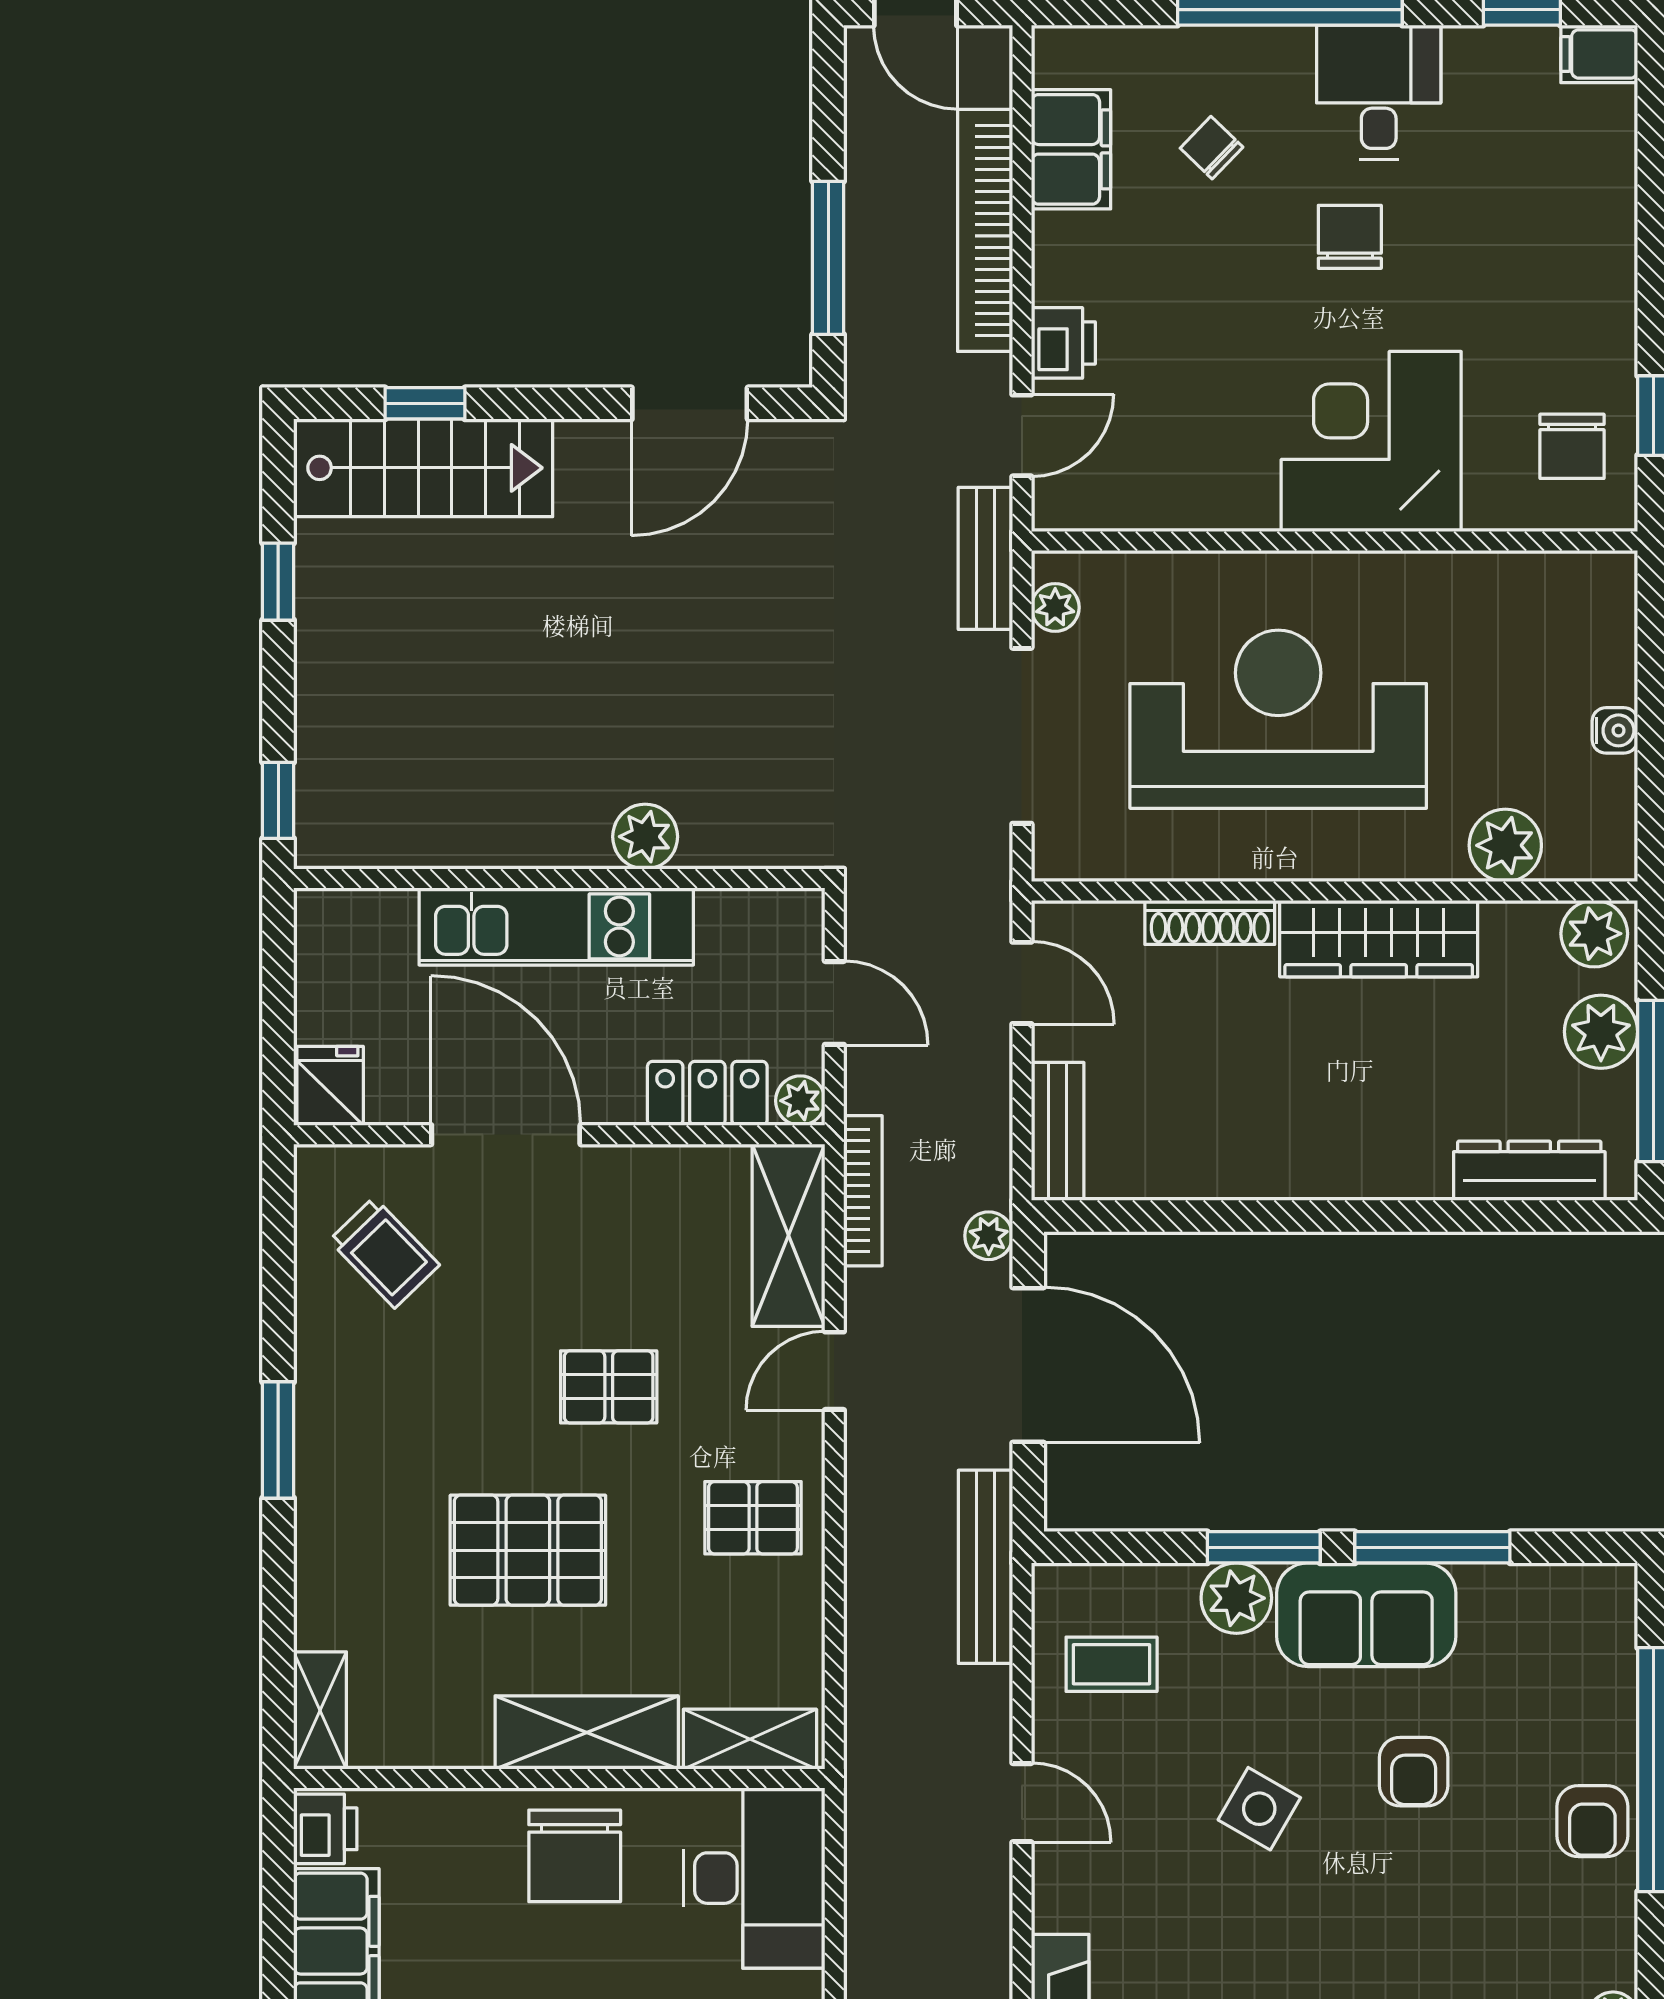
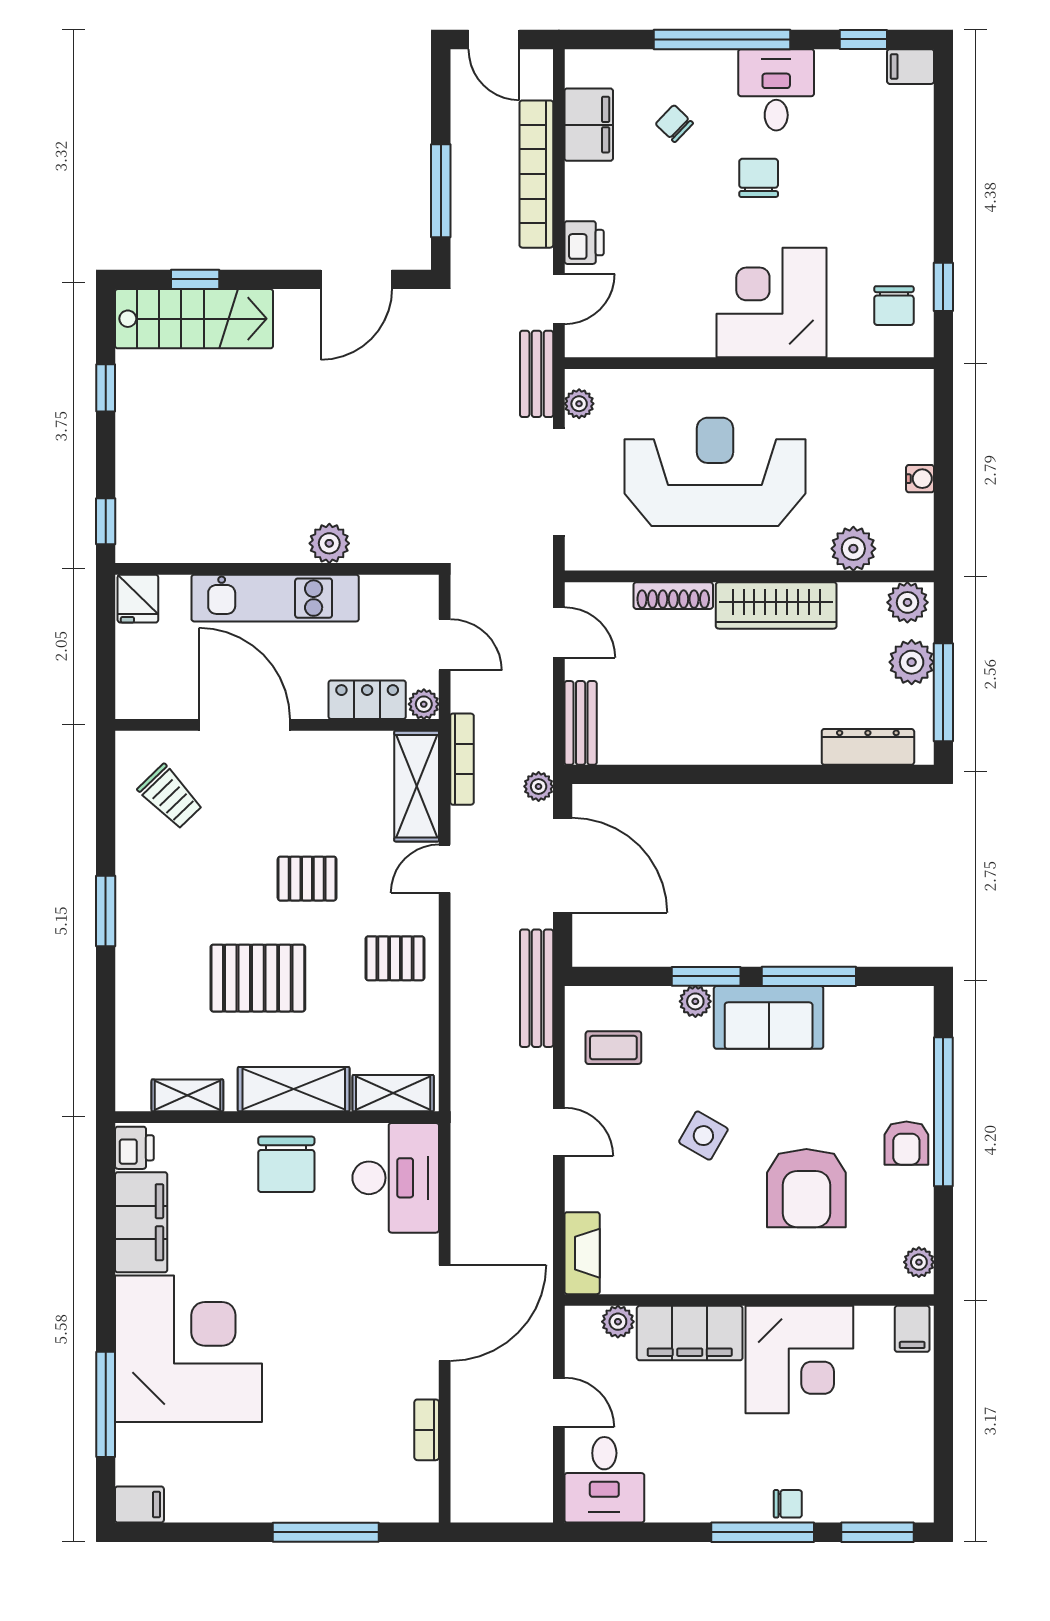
fridge: (330, 1086) -> (138, 599), moved, turned 180
plant: (1236, 1598) -> (695, 1001), width x0.73, depth x0.73
shelving: (320, 1710) -> (187, 1095), moved, turned 90
armchair: (1414, 1772) -> (806, 1188), moved, width x1.88, depth x1.88

